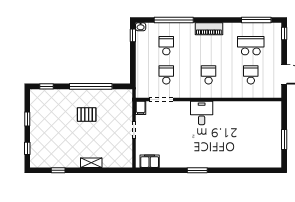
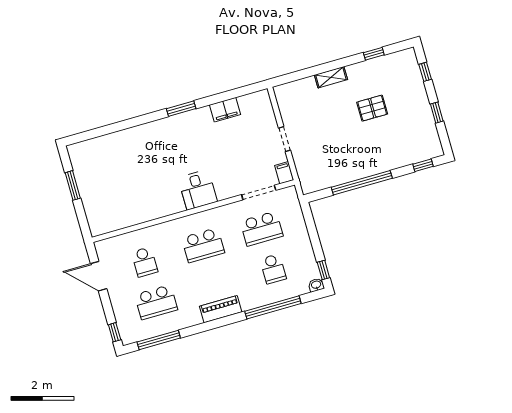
school desk: (166, 75) -> (262, 229), width x1.85
school desk: (209, 75) -> (203, 245), width x1.85
pallet: (87, 114) -> (372, 108), moved
filing cabinet: (150, 161) -> (225, 110), moved

